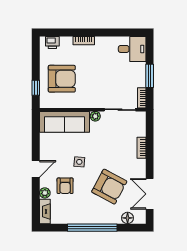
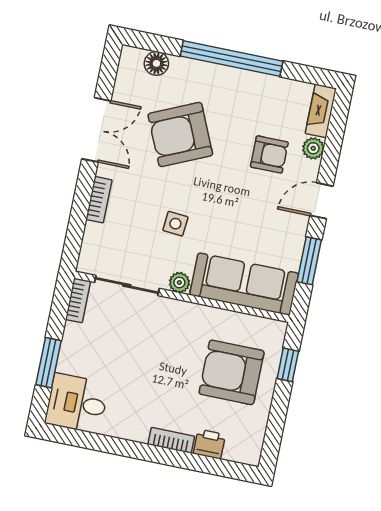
printer: (52, 42) -> (209, 444), moved
window: (150, 76) -> (48, 363), moved
window: (36, 139) -> (309, 261), added
side table: (79, 162) -> (175, 224), moved
armchair: (65, 186) -> (269, 154), turned 90
armchair: (109, 187) -> (180, 134), turned -52
double door: (150, 194) -> (96, 130), moved

